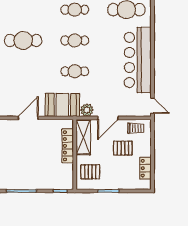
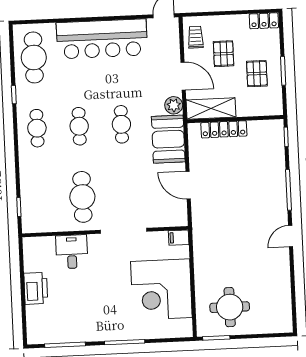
locker: (145, 168) -> (264, 21), moved
pallet: (90, 172) -> (257, 74), moved

